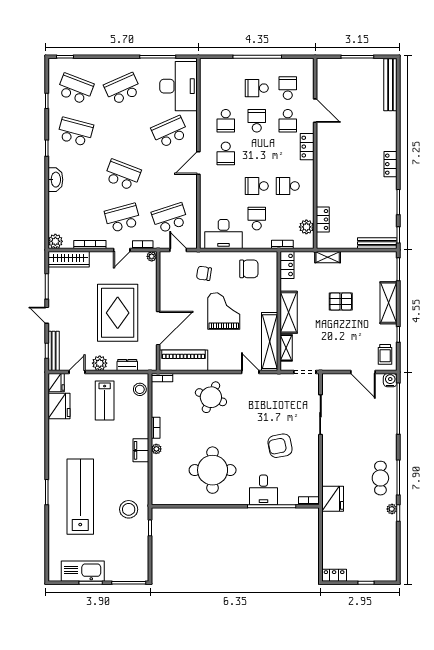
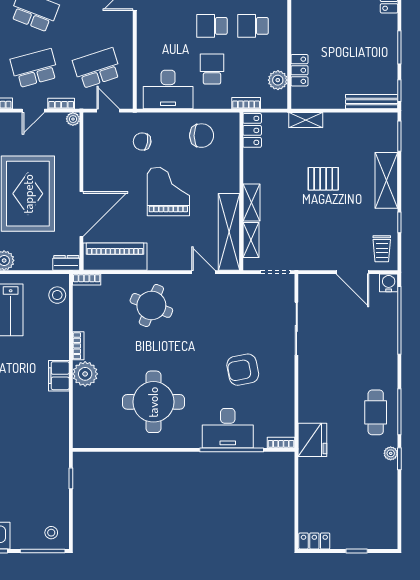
shelving: (289, 312) -> (251, 202), width x0.67, depth x0.75
dresser: (127, 365) -> (66, 263), moved
plant: (156, 449) -> (85, 374), width x1.87, depth x1.87
desk: (263, 490) -> (228, 428), width x1.37
stool: (129, 509) -> (51, 533), moved, width x0.53, depth x0.53

